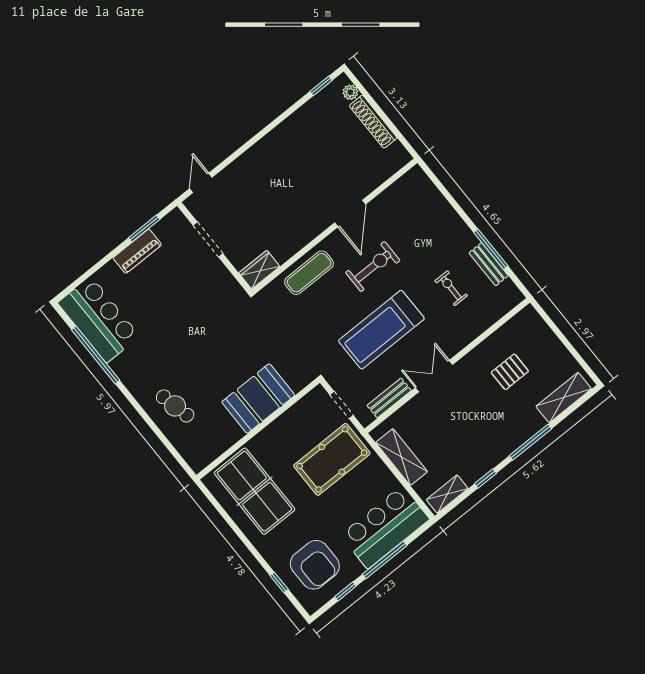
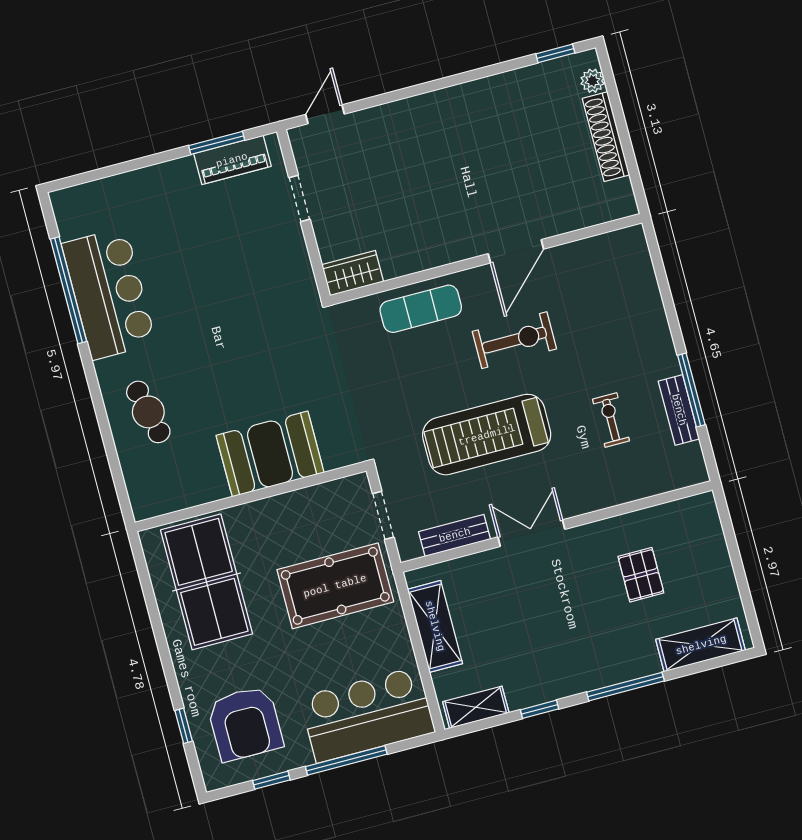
doorway: (208, 239) -> (299, 198), width x0.73
piano: (137, 251) -> (232, 160), moved
bar counter: (99, 320) -> (109, 294), moved
pallet: (510, 372) -> (641, 575), turned 90

